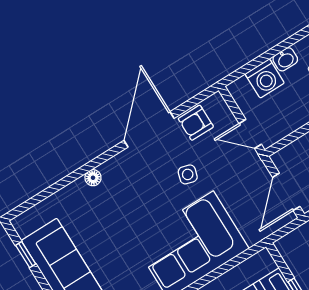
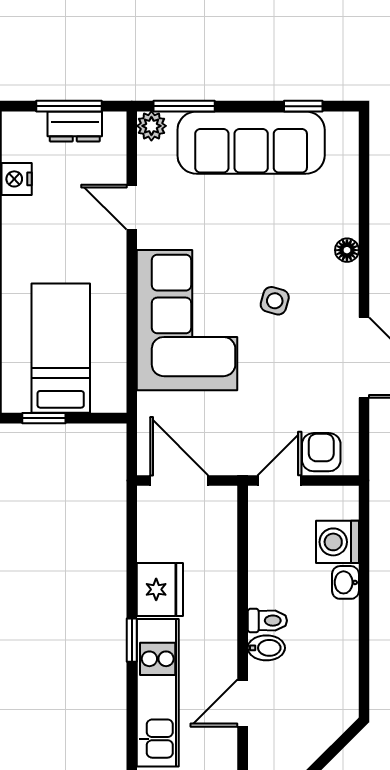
armchair: (196, 123) -> (321, 452), moved
side table: (188, 174) -> (275, 301), moved

